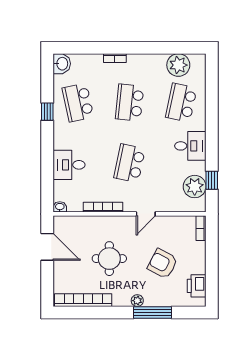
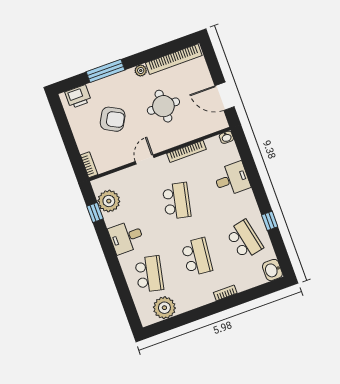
printer: (197, 286) -> (78, 97), moved, turned 90
plant: (137, 301) -> (141, 71), moved

